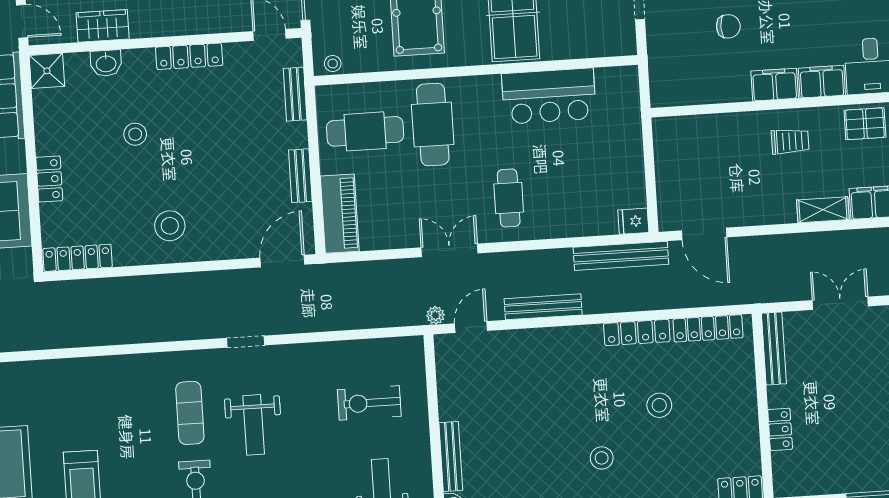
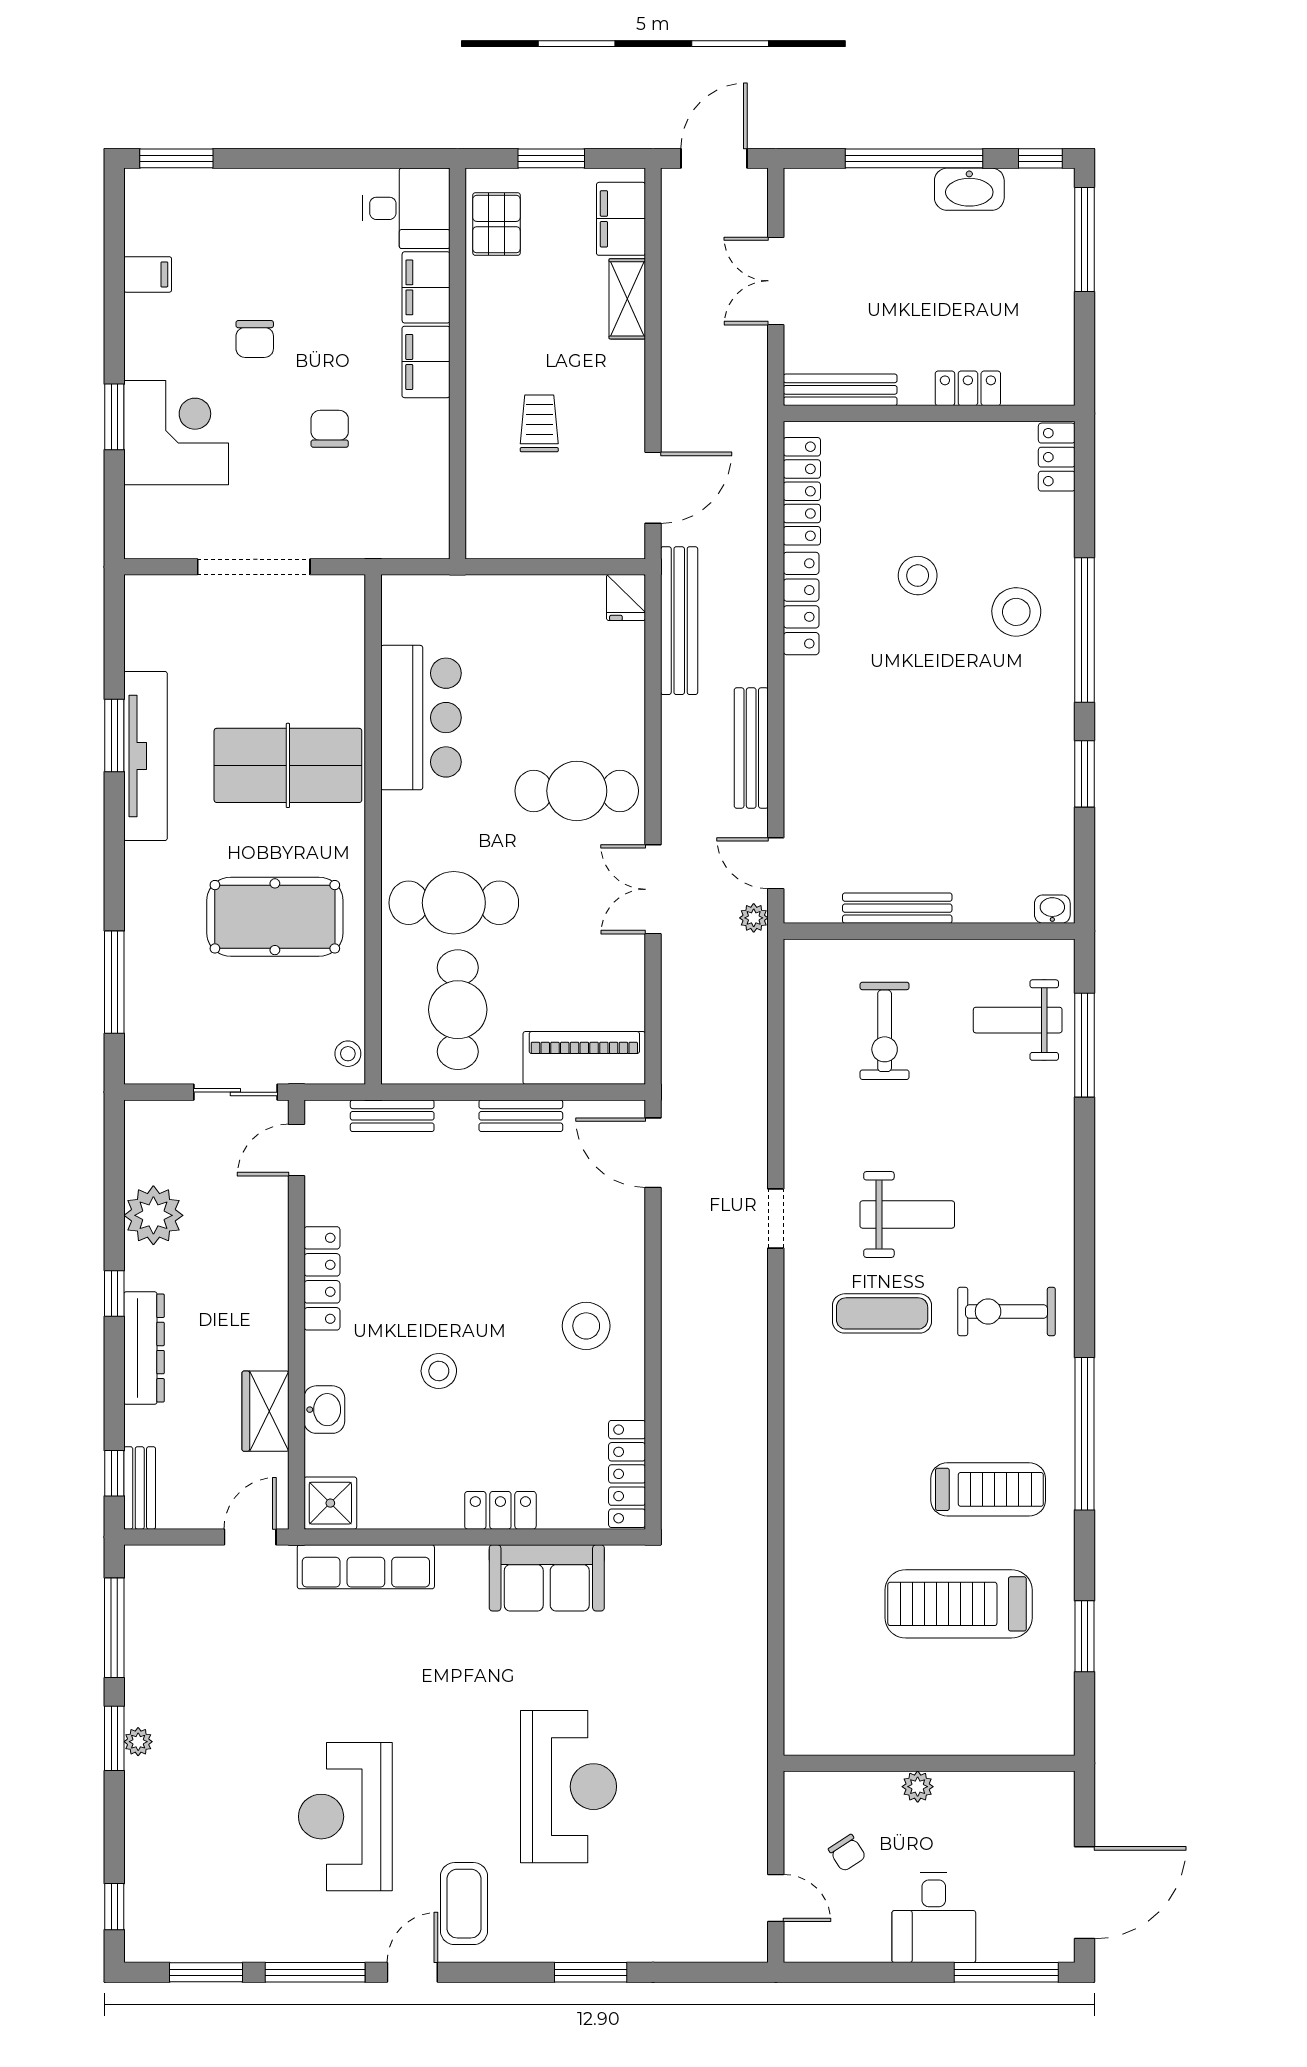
trolley: (790, 141) -> (539, 423), moved
cafe table: (509, 198) -> (577, 791), width x1.37, depth x1.35
bench: (451, 456) -> (897, 908), moved
stool: (602, 458) -> (1016, 612), moved, width x1.38, depth x1.38

